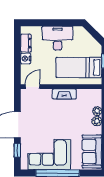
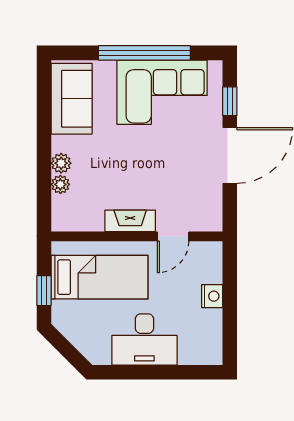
dresser: (26, 43) -> (212, 329), removed
door: (33, 87) -> (173, 236), moved

